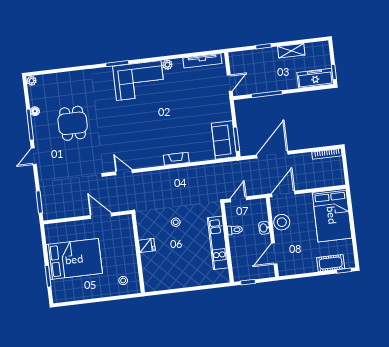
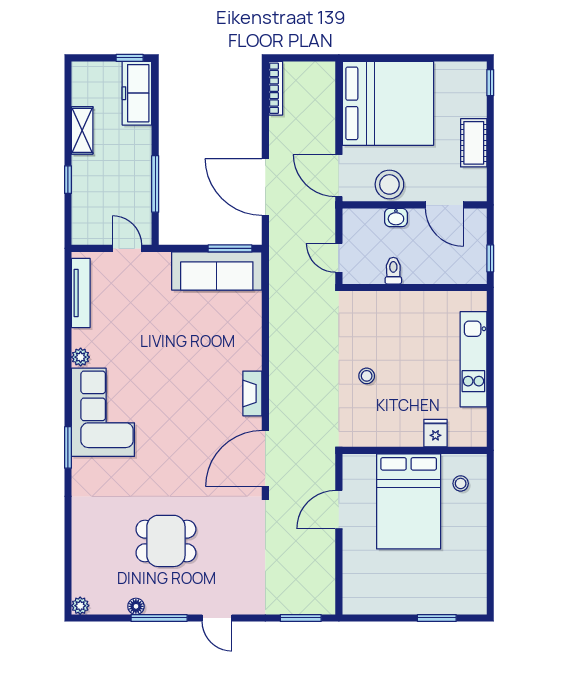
sofa: (224, 140) -> (217, 271), width x1.36
fireplace: (176, 159) -> (252, 393), moved
door: (124, 172) -> (265, 459), width x1.87
bed: (332, 215) -> (388, 103), width x1.36
kitchen unit: (218, 243) -> (473, 359), moved, turned 90
fridge: (147, 245) -> (435, 433), moved
bed: (74, 259) -> (409, 501), moved, turned 180
cot: (331, 263) -> (474, 143), moved

